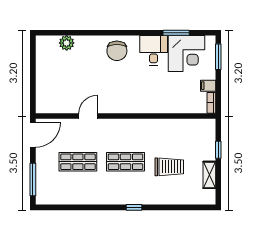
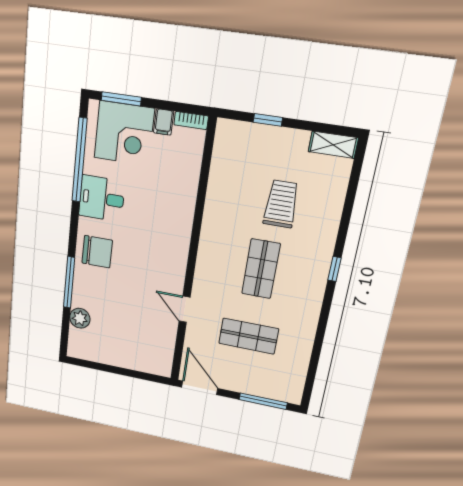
window: (91, 33) -> (69, 282), added
window: (176, 33) -> (79, 160), width x2.11
corner desk: (186, 54) -> (124, 133), moved, turned 90
shop shelf: (78, 162) -> (249, 336), turned 90
shelving: (209, 175) -> (333, 145), moved

